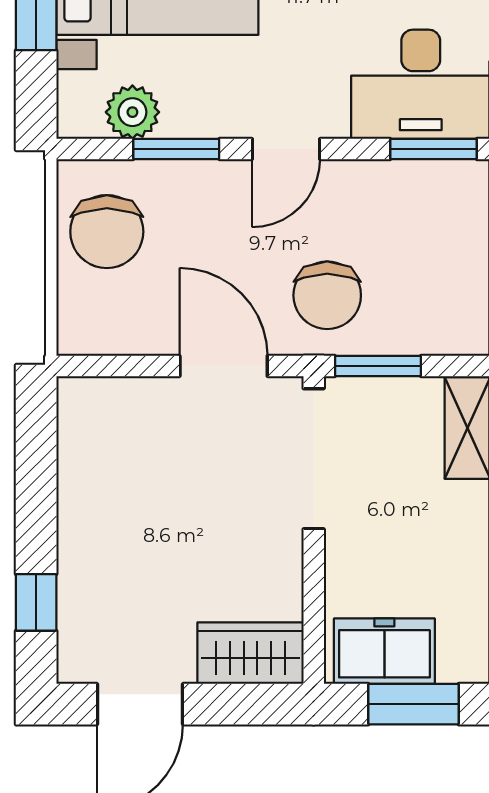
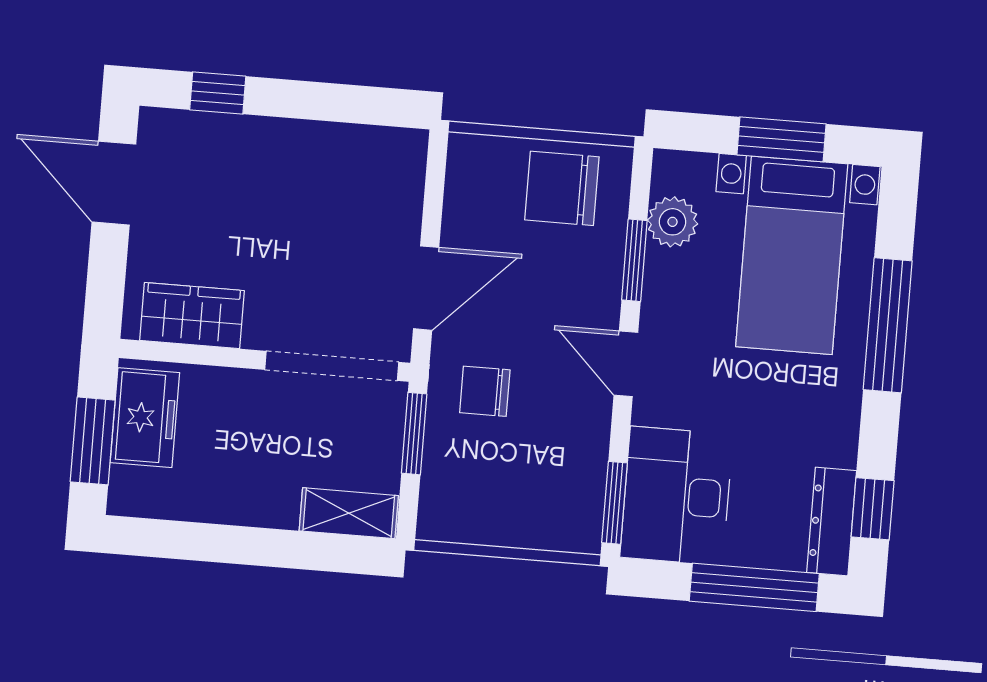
chair: (327, 295) -> (485, 391), width x0.73, depth x0.73
wardrobe: (250, 653) -> (192, 316), moved, turned -90

